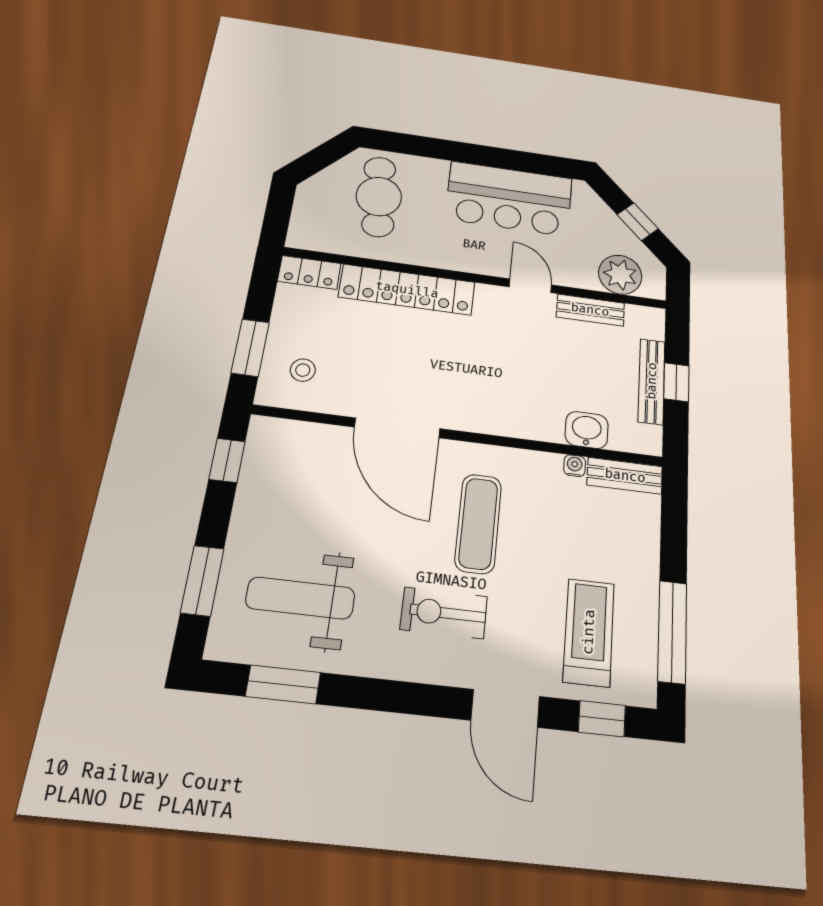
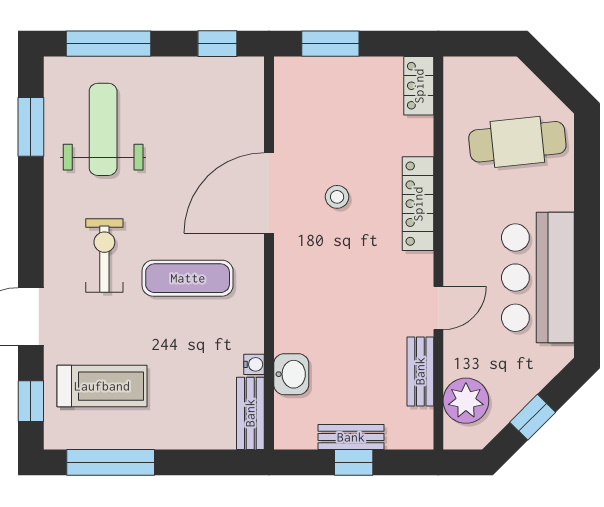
locker: (407, 290) -> (418, 204), width x0.71, depth x0.83
stool: (303, 370) -> (337, 197), moved
bench: (652, 381) -> (351, 437), width x0.73
window: (202, 581) -> (108, 44), width x1.44

